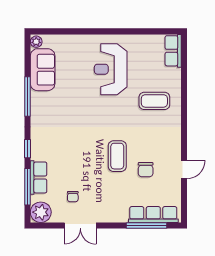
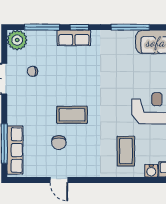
water cooler: (174, 75) -> (151, 171), added
chair: (146, 170) -> (59, 143), turned -90
row of seats: (39, 177) -> (74, 38), moved

